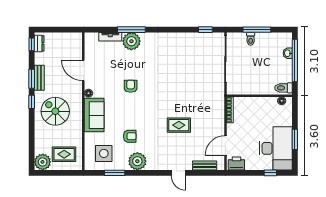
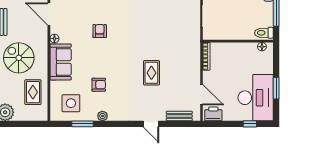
rug: (179, 125) -> (151, 73), turned 90
door: (225, 145) -> (202, 95), swing flipped
rug: (64, 154) -> (33, 92), moved, turned 90
plant: (137, 161) -> (102, 116), width x0.53, depth x0.53

